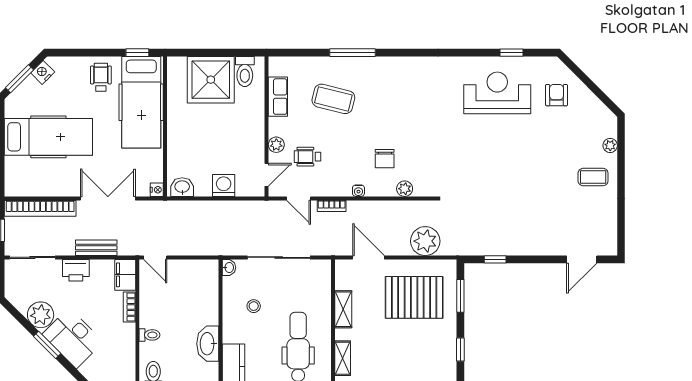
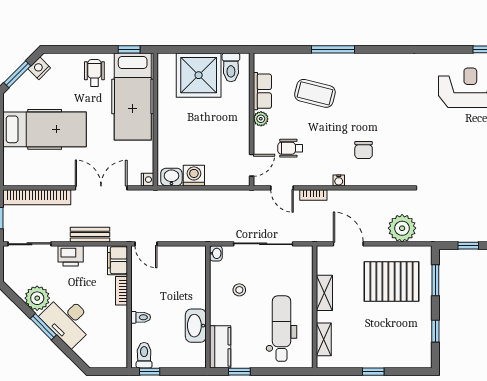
plant: (276, 145) -> (261, 119), moved
washing machine: (224, 186) -> (194, 176), moved
plant: (405, 189) -> (382, 179), removed

